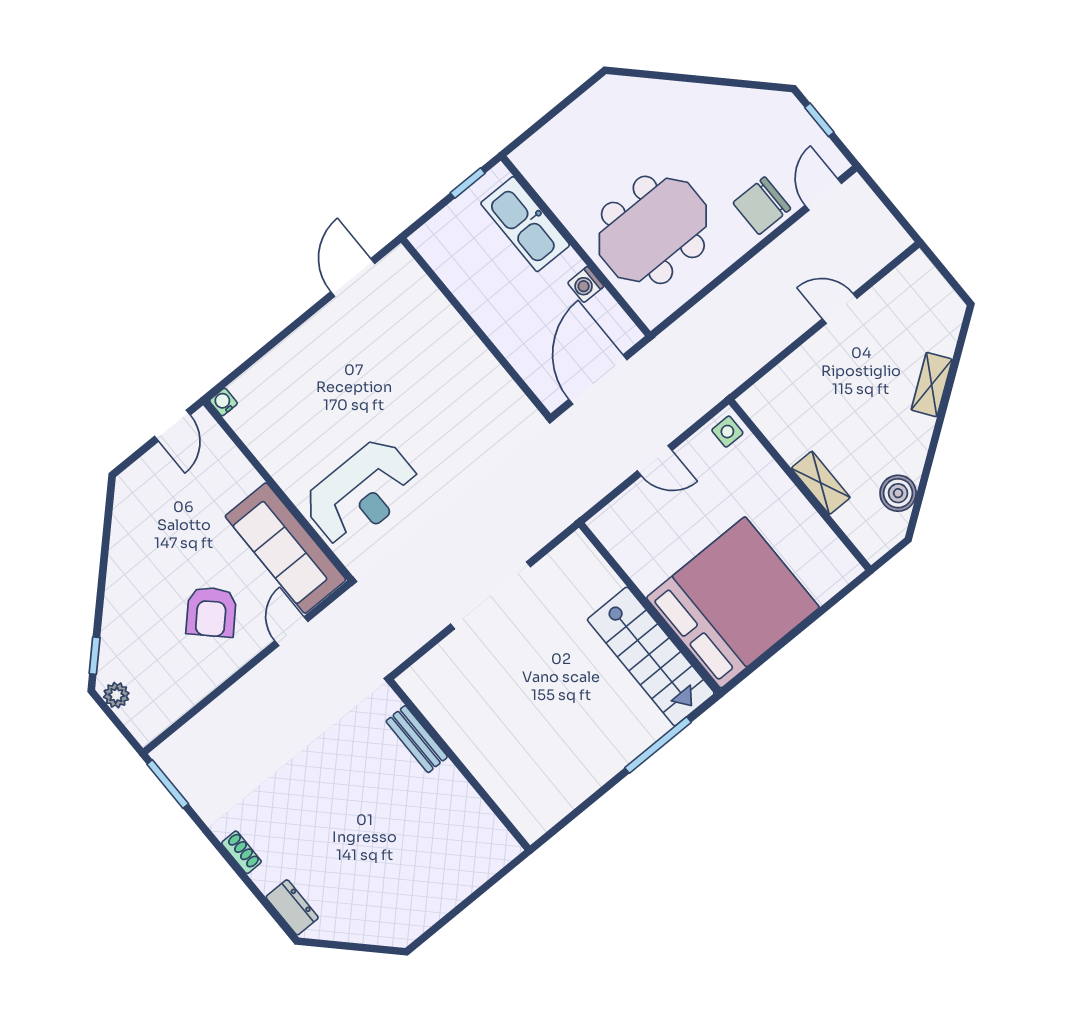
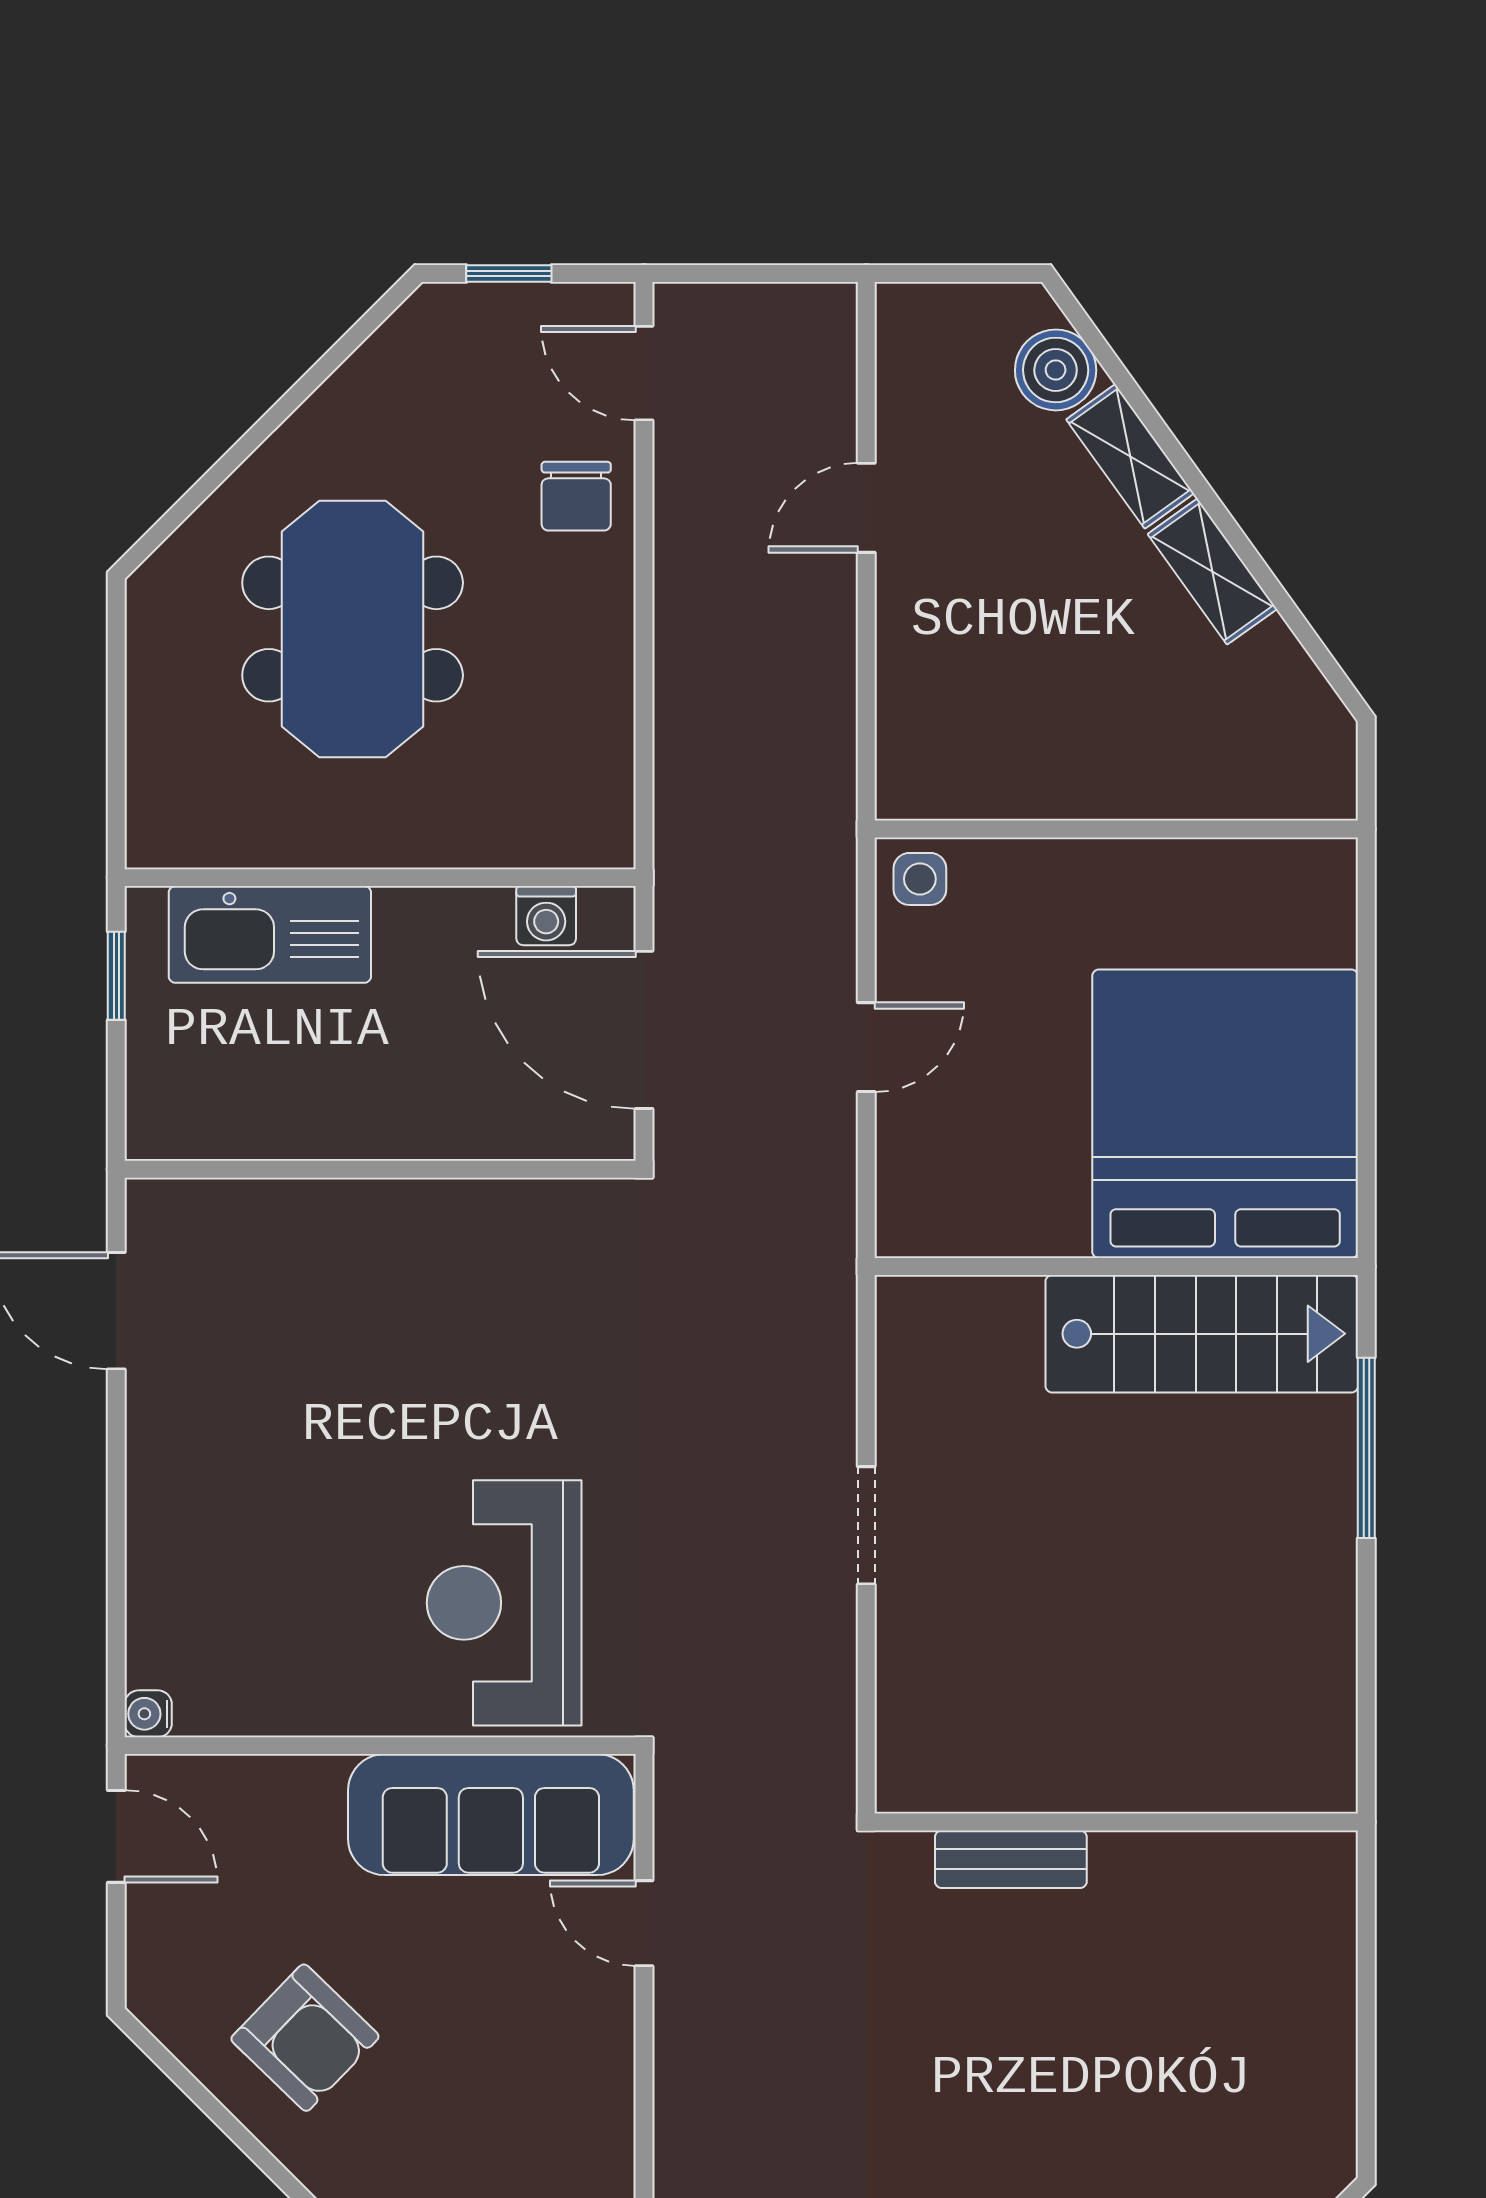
chair: (762, 206) -> (576, 496), width x0.73, depth x0.73
meeting table: (653, 230) -> (353, 629), moved
washing machine: (586, 285) -> (546, 916), moved
shelving: (821, 483) -> (1212, 571), moved, turned 54
reception desk: (362, 493) -> (504, 1603), turned 180
boiler: (898, 493) -> (1056, 370), moved
doorway: (490, 595) -> (866, 1525), width x0.53
armchair: (211, 612) -> (305, 2038), moved

